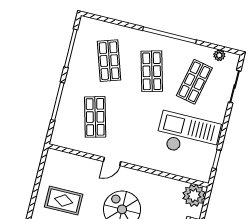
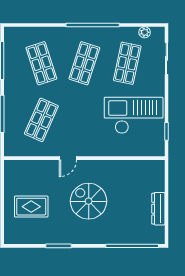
shop shelf: (152, 71) -> (84, 63), turned 33
shop shelf: (95, 117) -> (41, 120), turned 39
plant: (194, 195) -> (154, 171), removed

